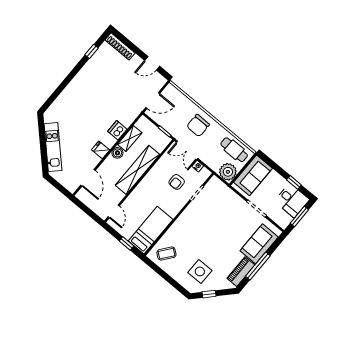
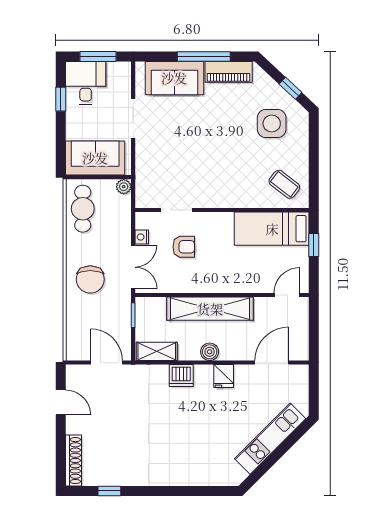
chair: (198, 125) -> (90, 279), turned 90
shelving: (130, 139) -> (157, 351), moved
plant: (228, 172) -> (124, 187), width x0.53, depth x0.53

